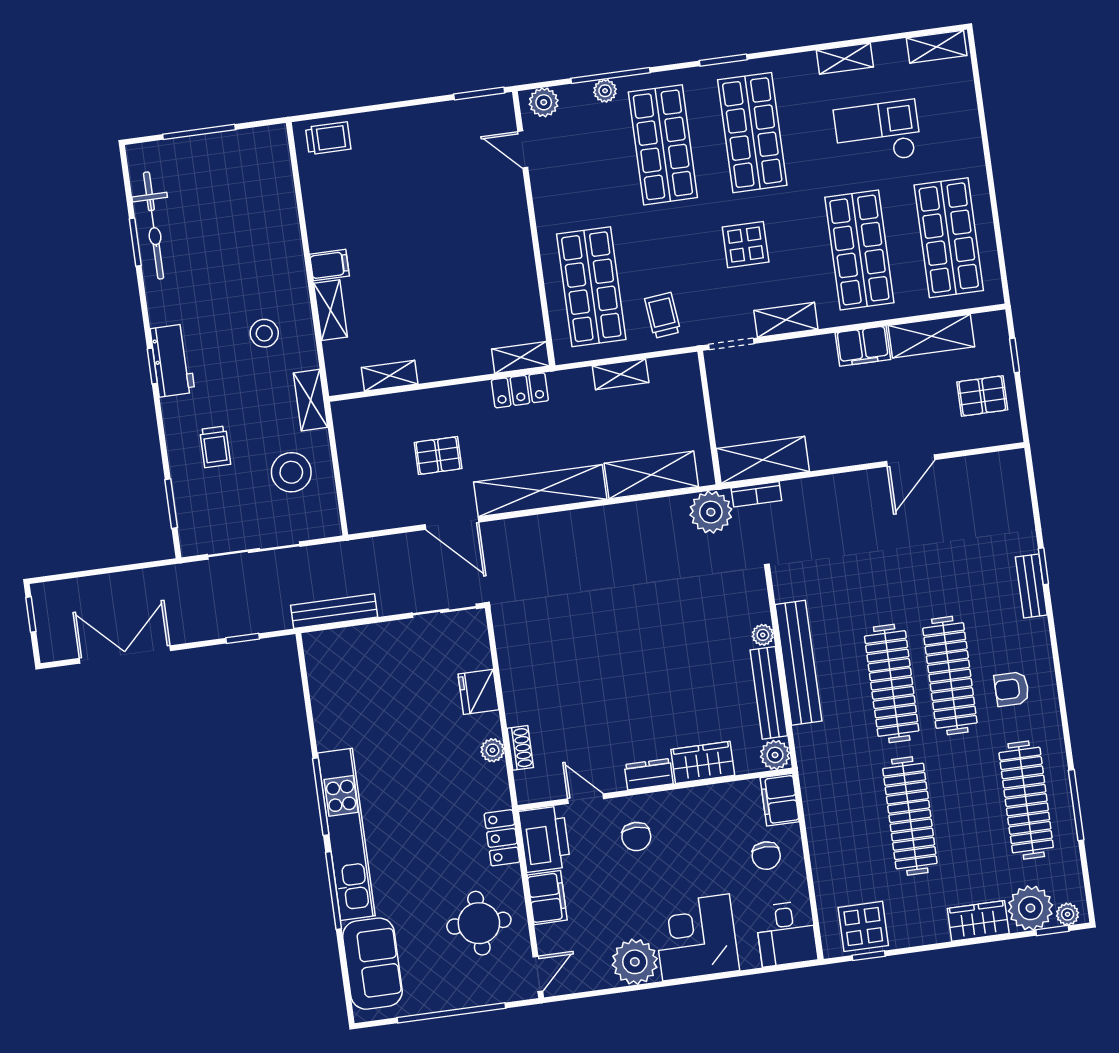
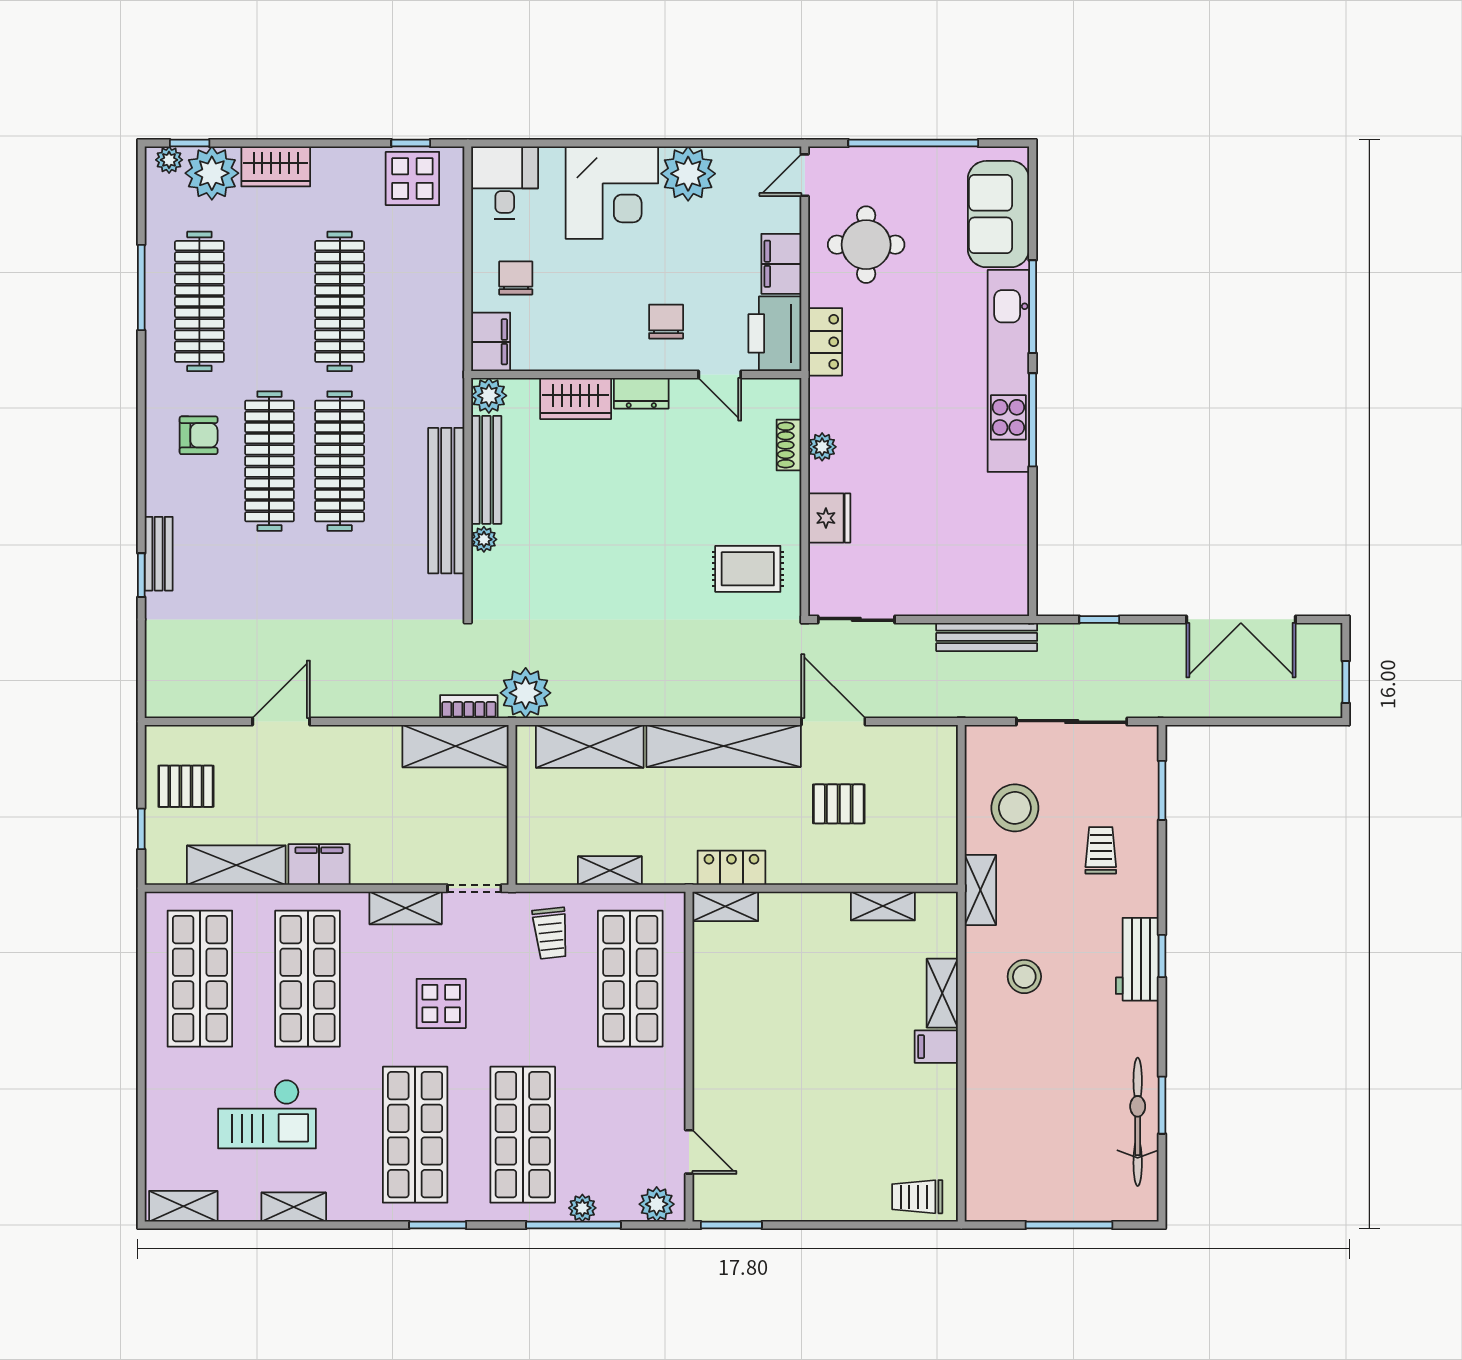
rug: (540, 640) -> (748, 569), added

